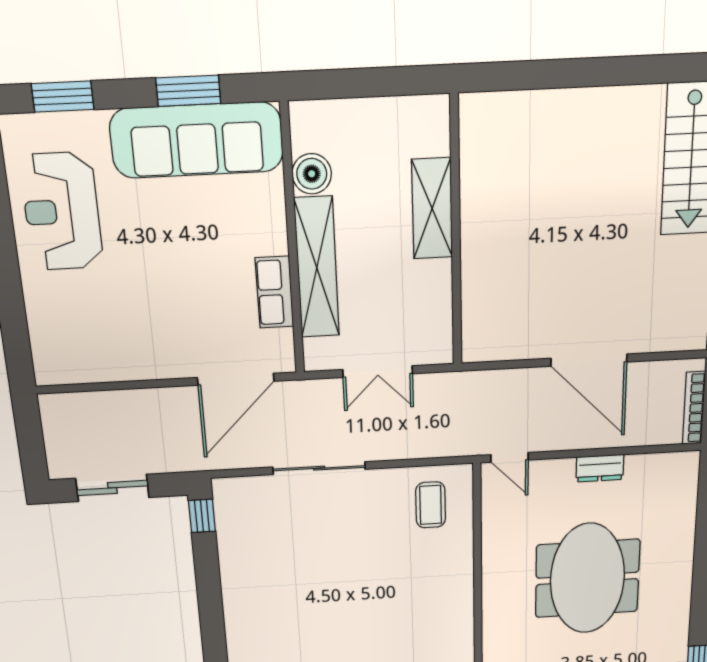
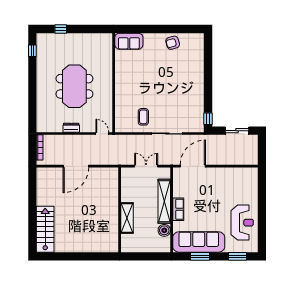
row of seats: (275, 292) -> (178, 209), moved
door: (589, 360) -> (76, 166), swing flipped
coffee table: (431, 505) -> (143, 117), moved

